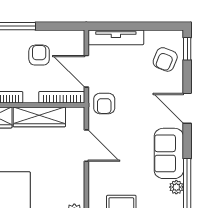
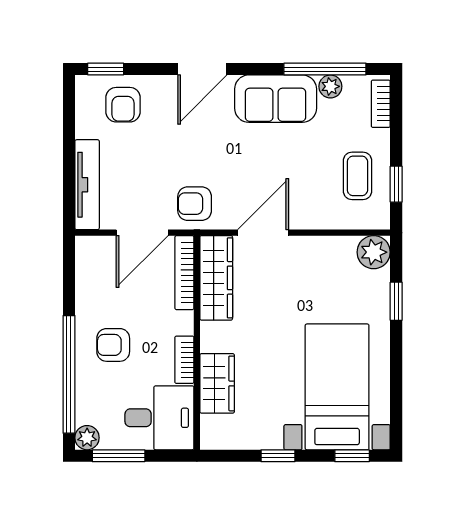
armchair: (39, 55) -> (113, 345), moved
armchair: (165, 59) -> (123, 105), turned 68
armchair: (104, 104) -> (195, 204), turned 180
wardrobe: (39, 117) -> (216, 278), moved

